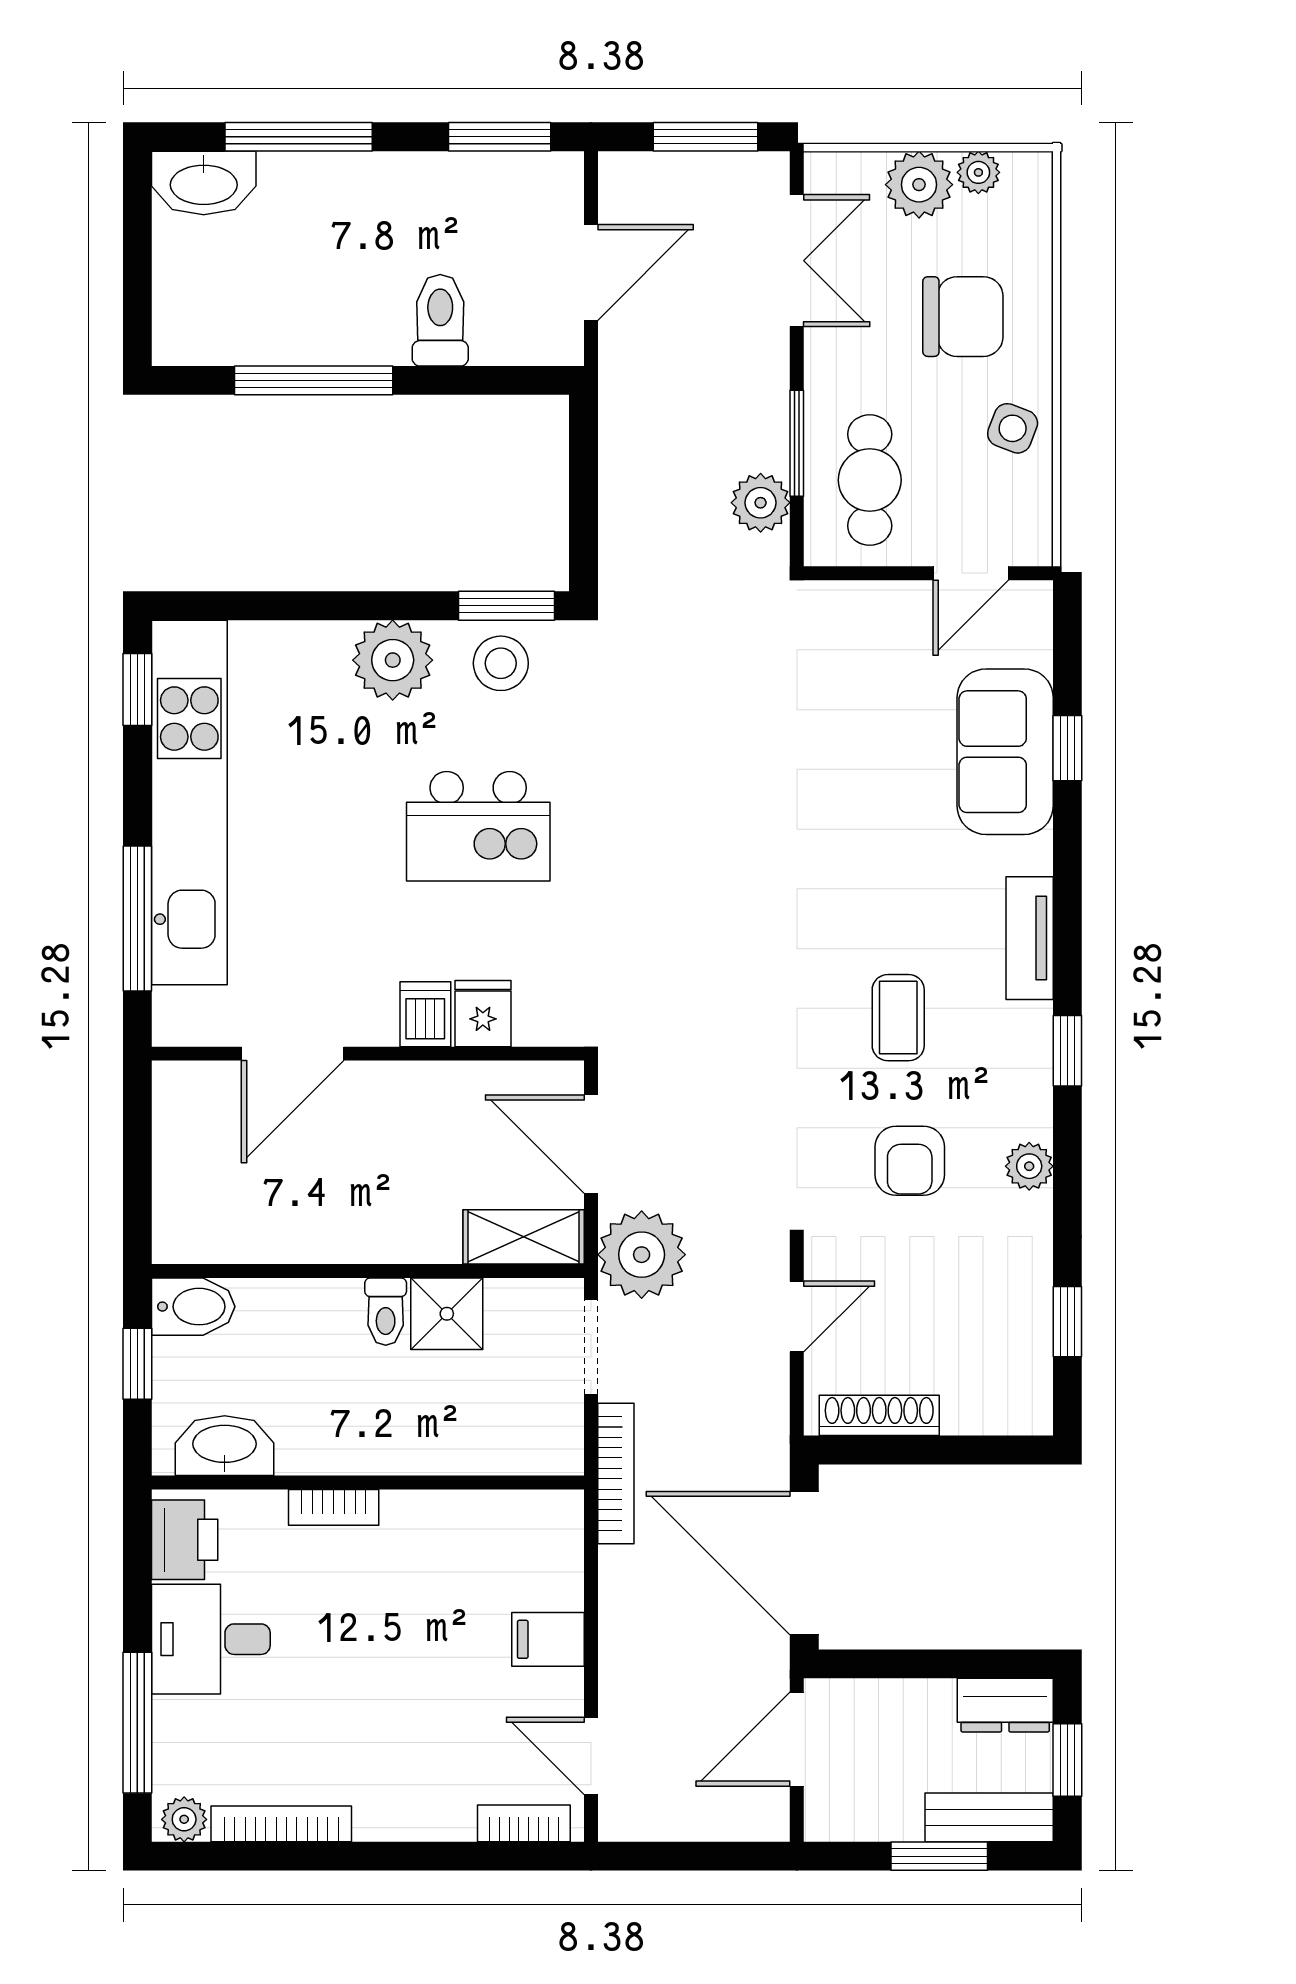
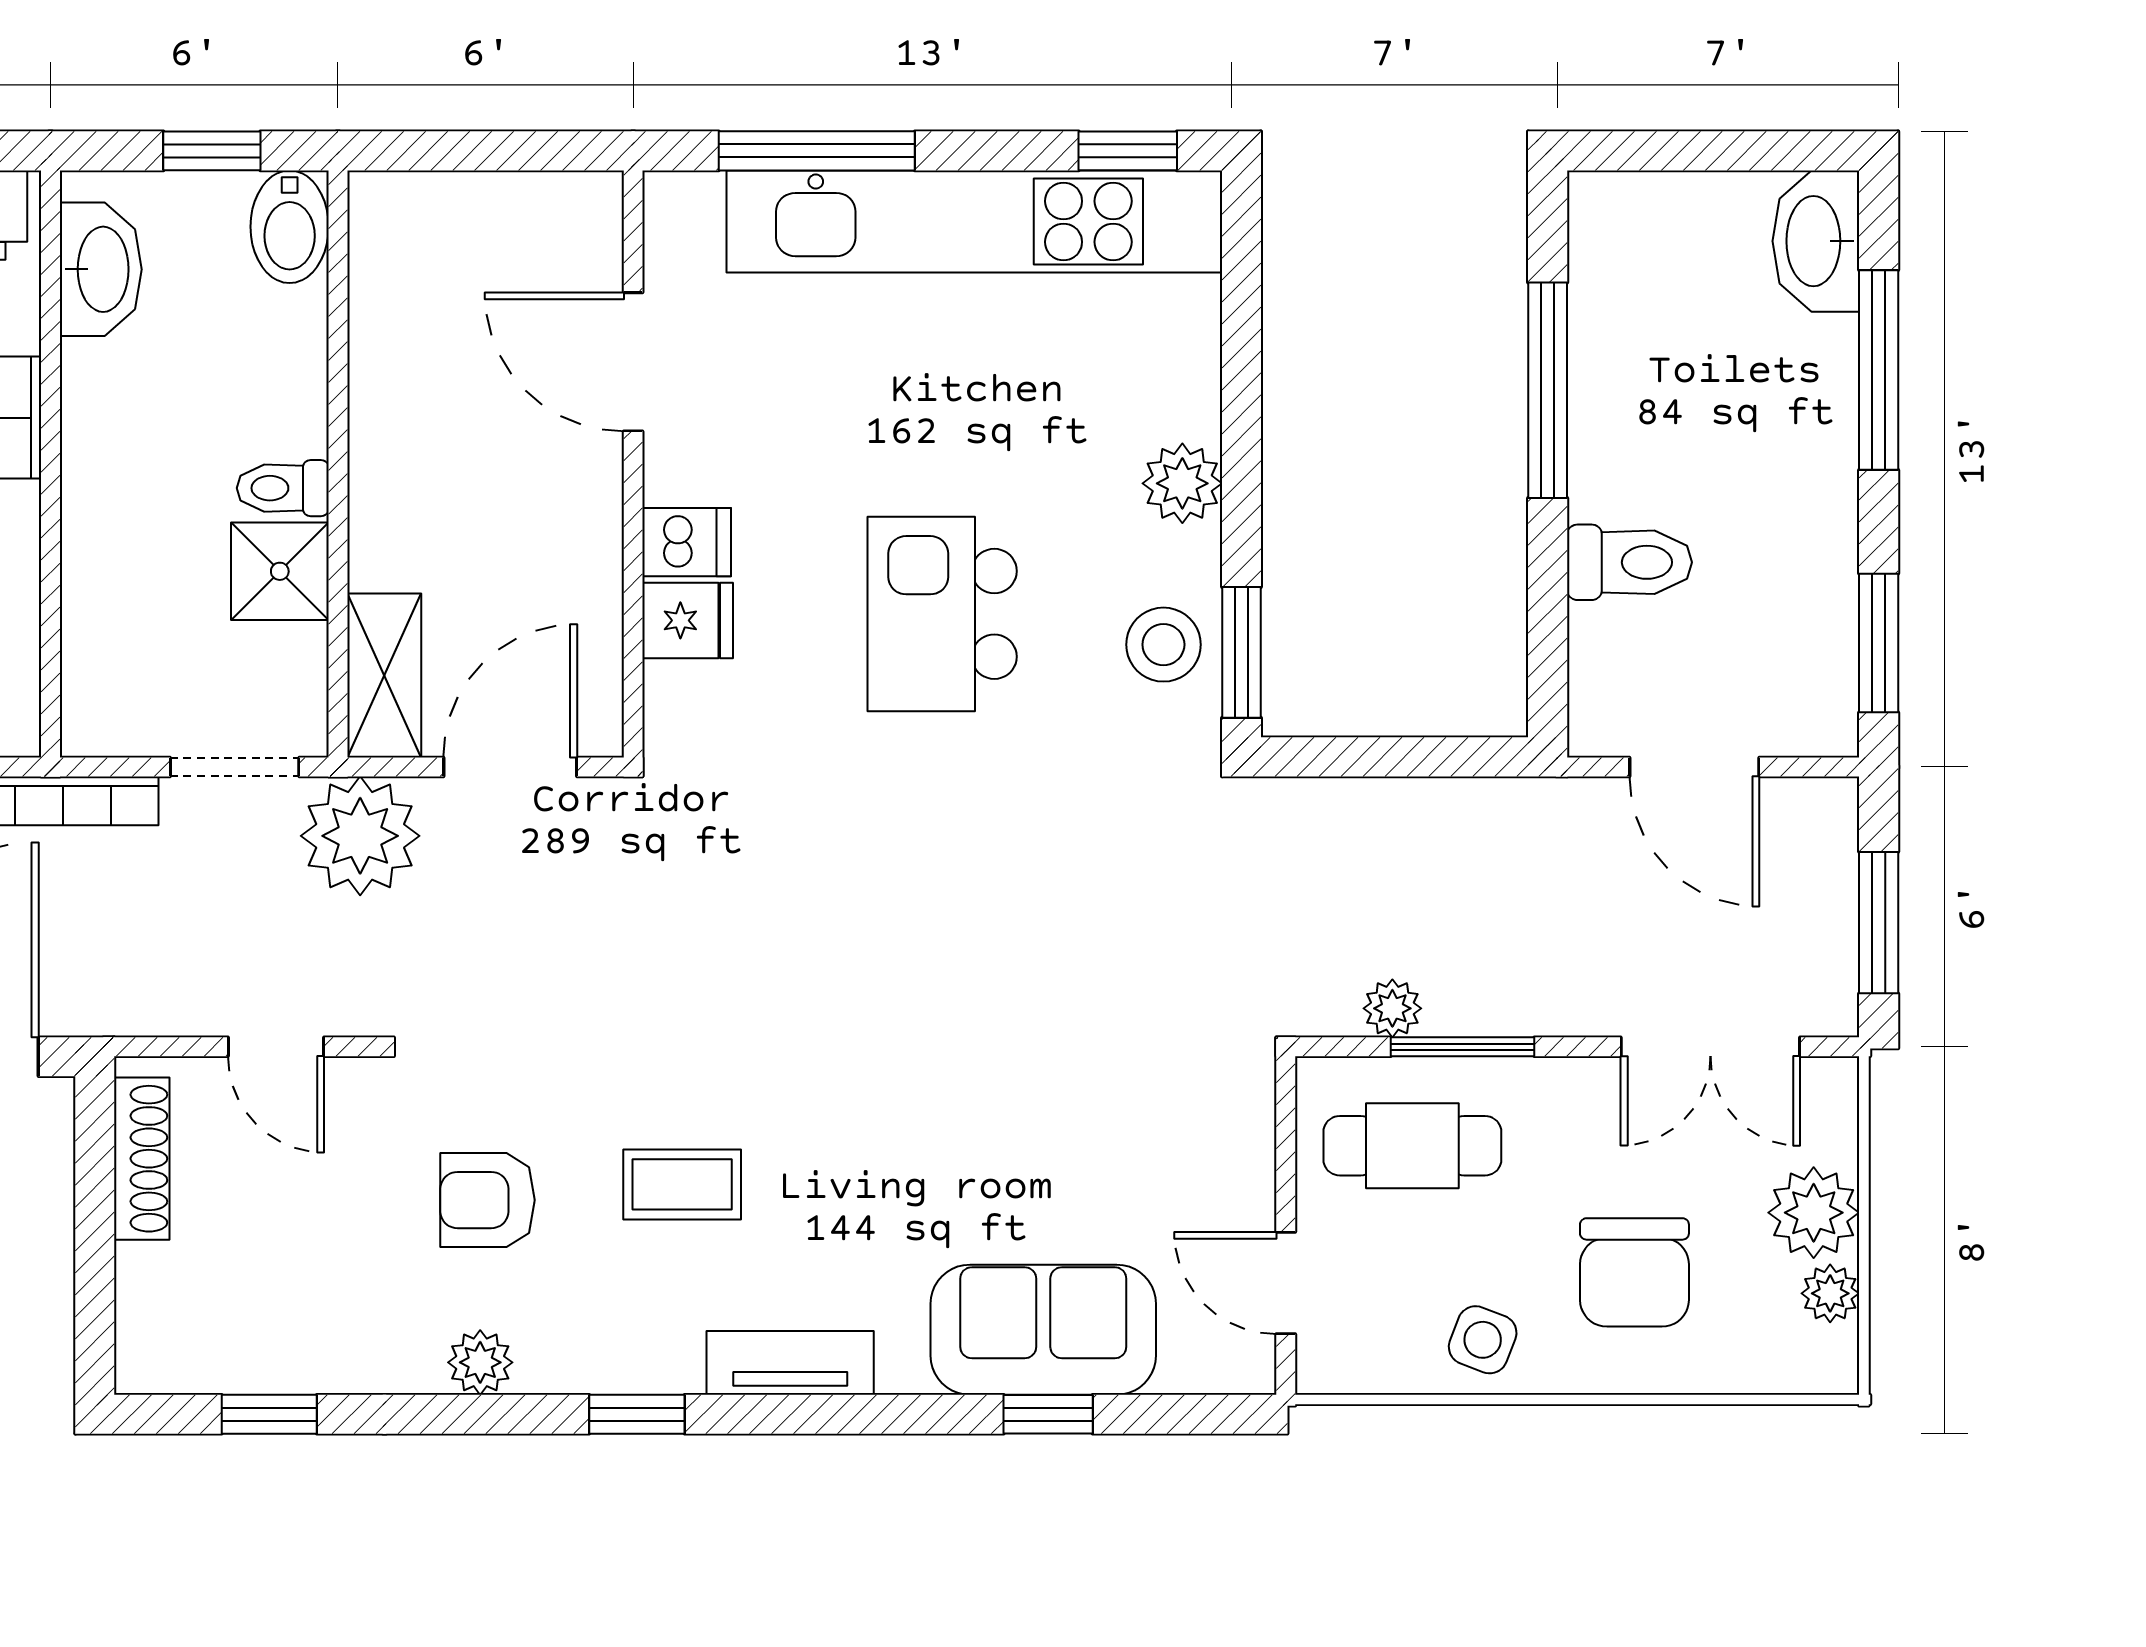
plant: (761, 503) -> (1392, 1008), width x0.73, depth x0.73
plant: (393, 660) -> (1182, 483), width x0.73, depth x0.73

